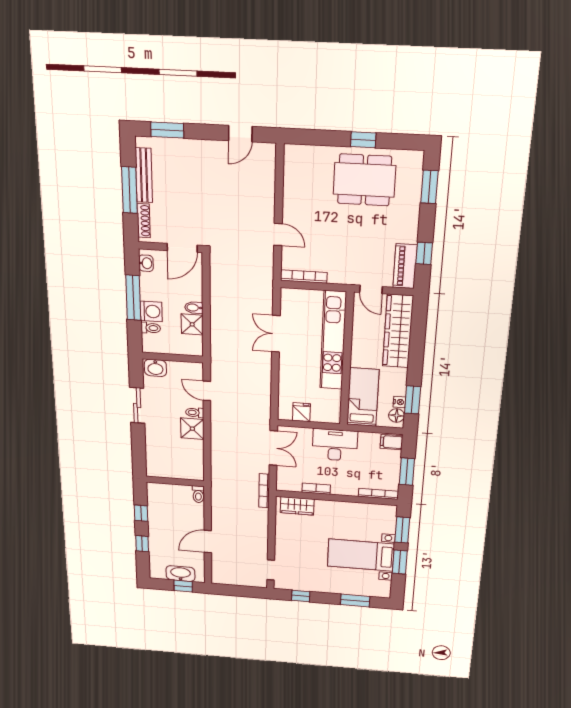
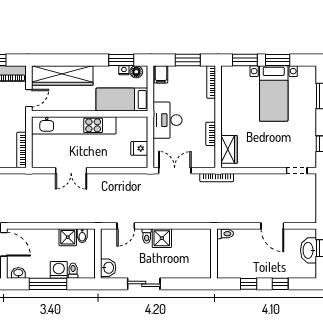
bidet: (194, 308) -> (82, 236), moved

